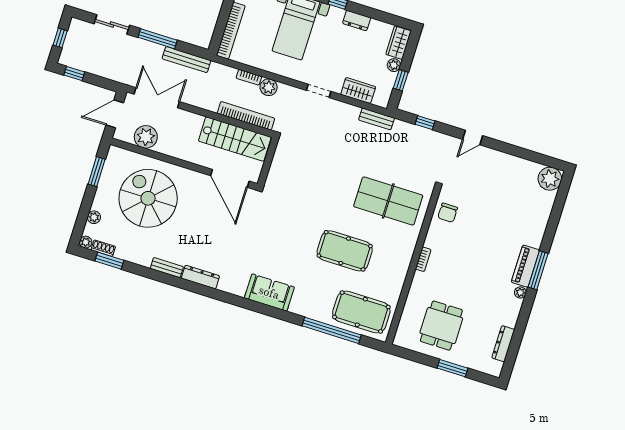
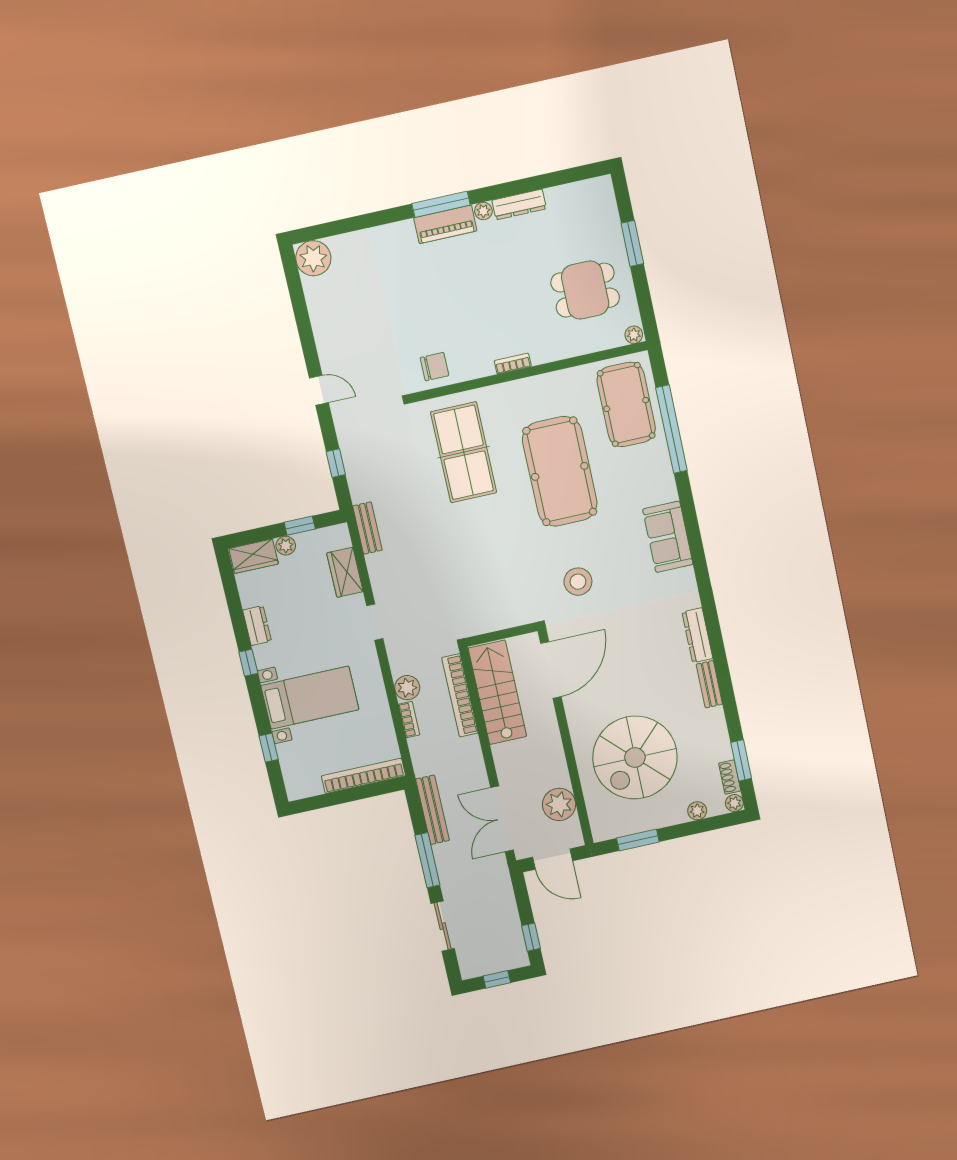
stool: (273, 224) -> (578, 582), added
pool table: (345, 251) -> (560, 471), width x1.36, depth x1.32
plant: (399, 339) -> (634, 335), added
dresser: (503, 344) -> (519, 204), moved

